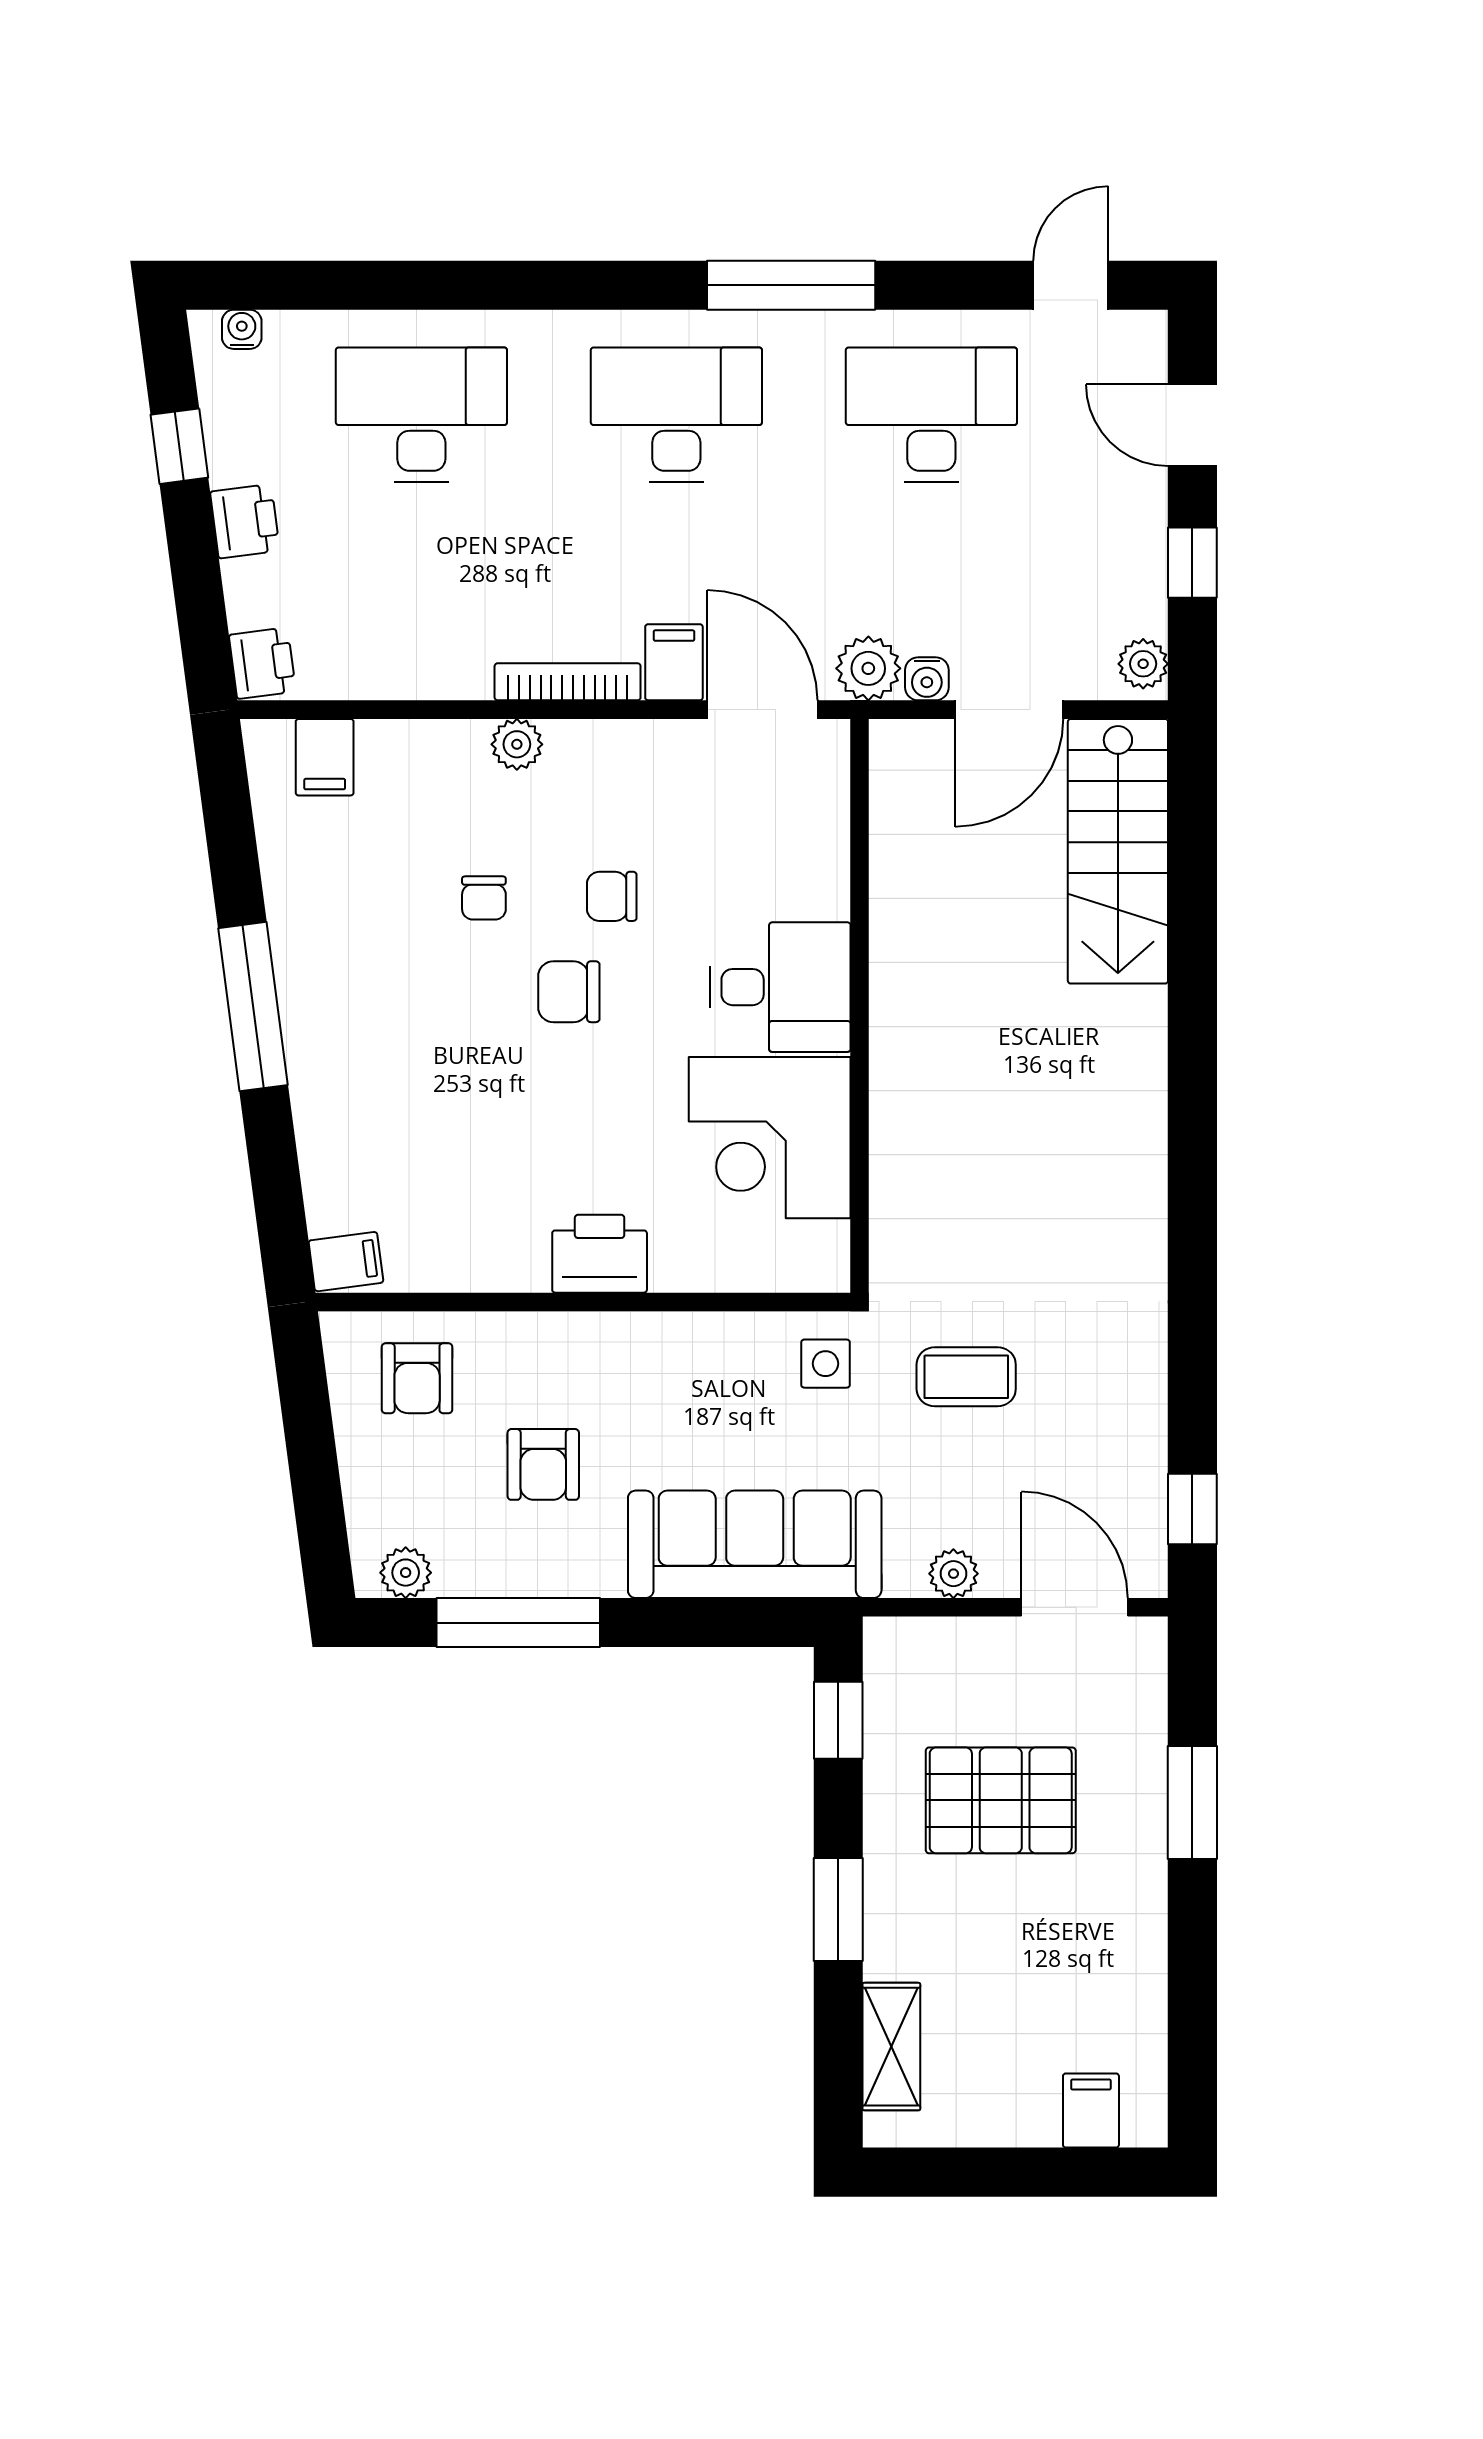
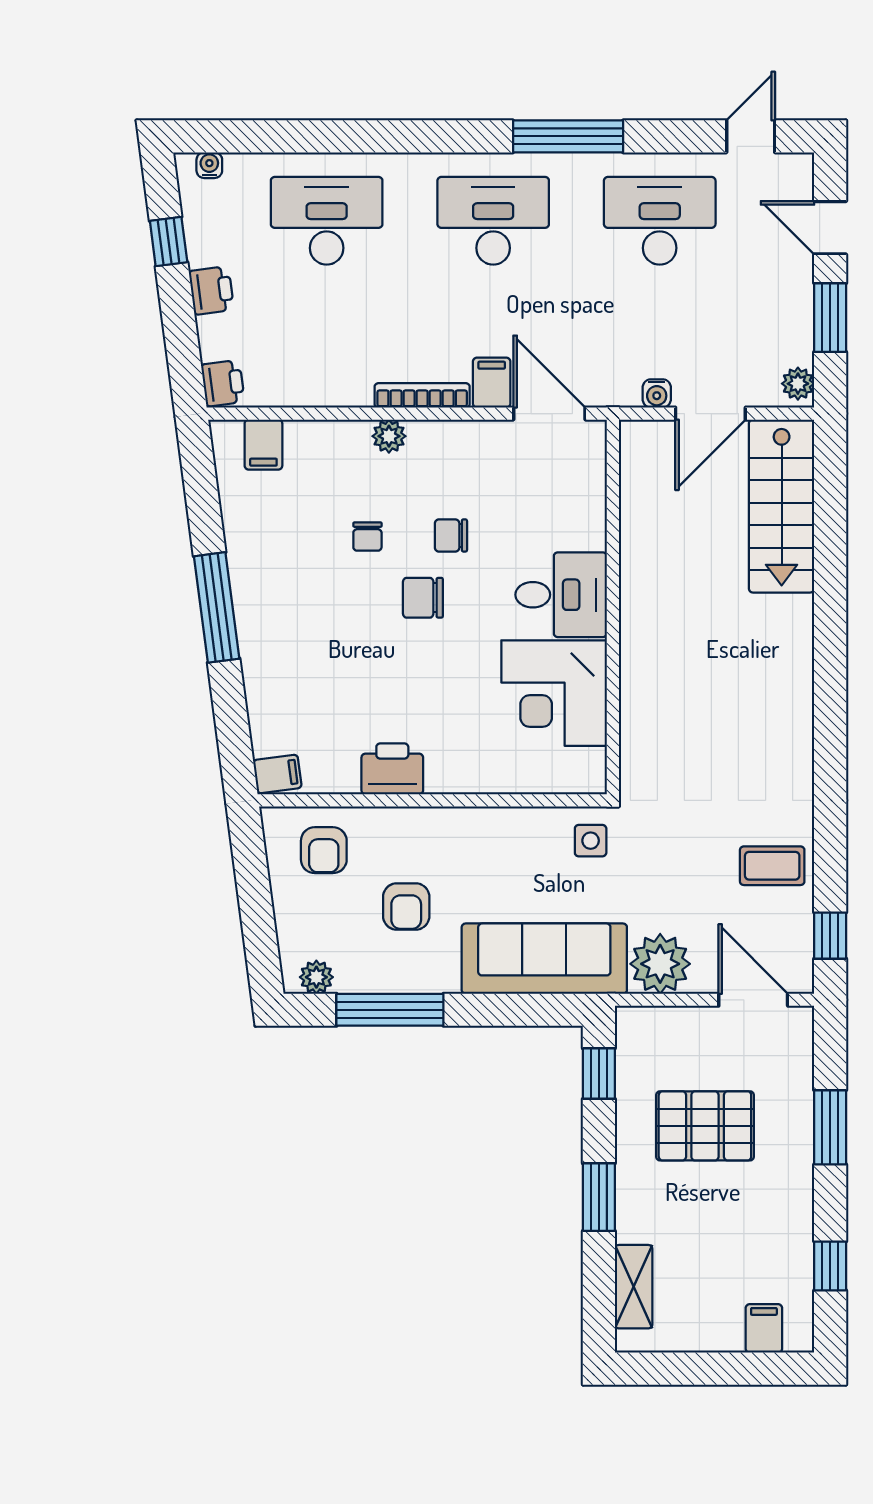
window: (1192, 563) -> (830, 318), width x1.50
plant: (868, 668) -> (618, 387), removed
printer: (600, 1254) -> (392, 769), moved
coffee table: (966, 1377) -> (772, 866), moved
plant: (953, 1574) -> (660, 964), width x1.88, depth x1.88
window: (1192, 2015) -> (830, 1266), added

